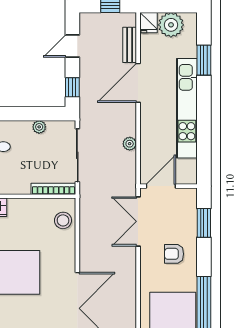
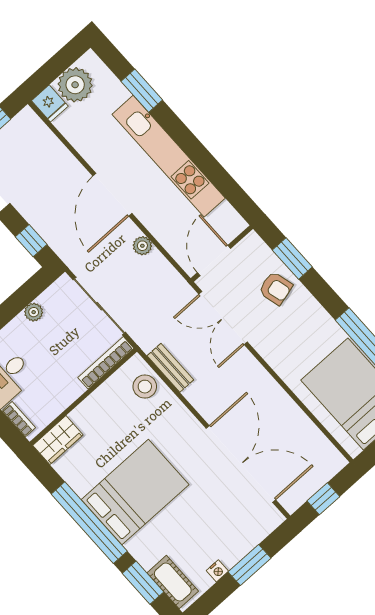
bench: (130, 45) -> (170, 368), moved
door: (138, 83) -> (112, 195), moved
armchair: (174, 254) -> (276, 288), moved, turned -105

